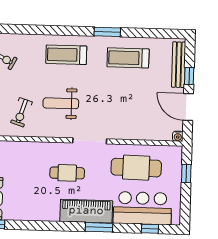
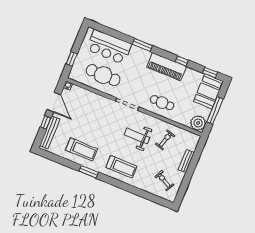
weight bench: (61, 103) -> (137, 136), turned 180
cafe table: (67, 173) -> (162, 103), moved
piano: (86, 211) -> (167, 67), moved
window: (150, 229) -> (182, 61), moved

